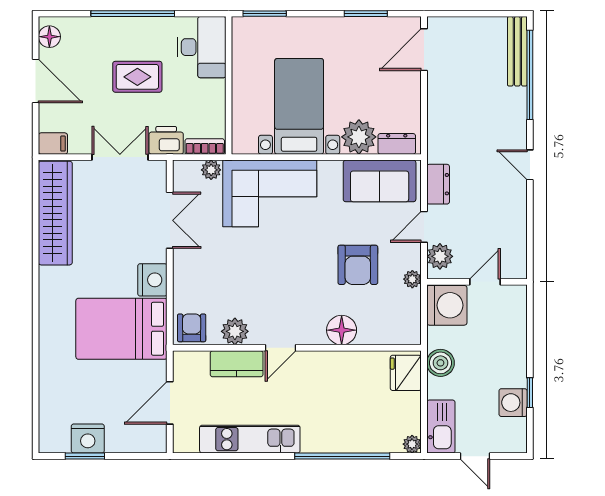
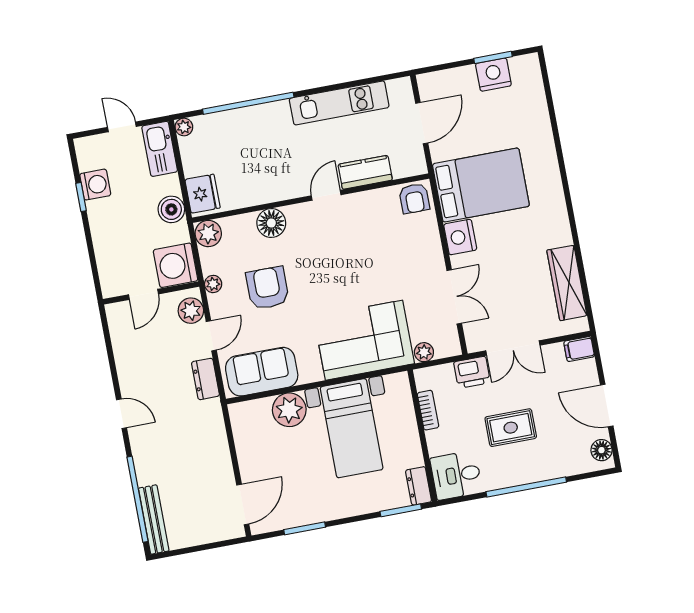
desk: (202, 47) -> (456, 475), width x0.73
dresser: (397, 144) -> (419, 486), moved, turned 90
bookcase: (205, 146) -> (428, 410), moved, turned -90
wardrobe: (55, 213) -> (567, 283), width x0.71, depth x0.85
double door: (170, 220) -> (454, 297), swing flipped
plant: (235, 331) -> (208, 233), moved

